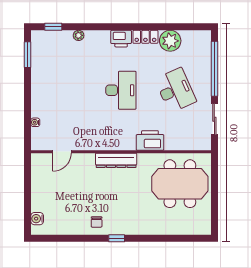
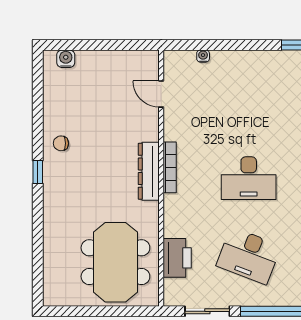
desk: (175, 90) -> (249, 256), turned 45
printer: (150, 140) -> (177, 258), moved
bookcase: (113, 146) -> (170, 167), added

